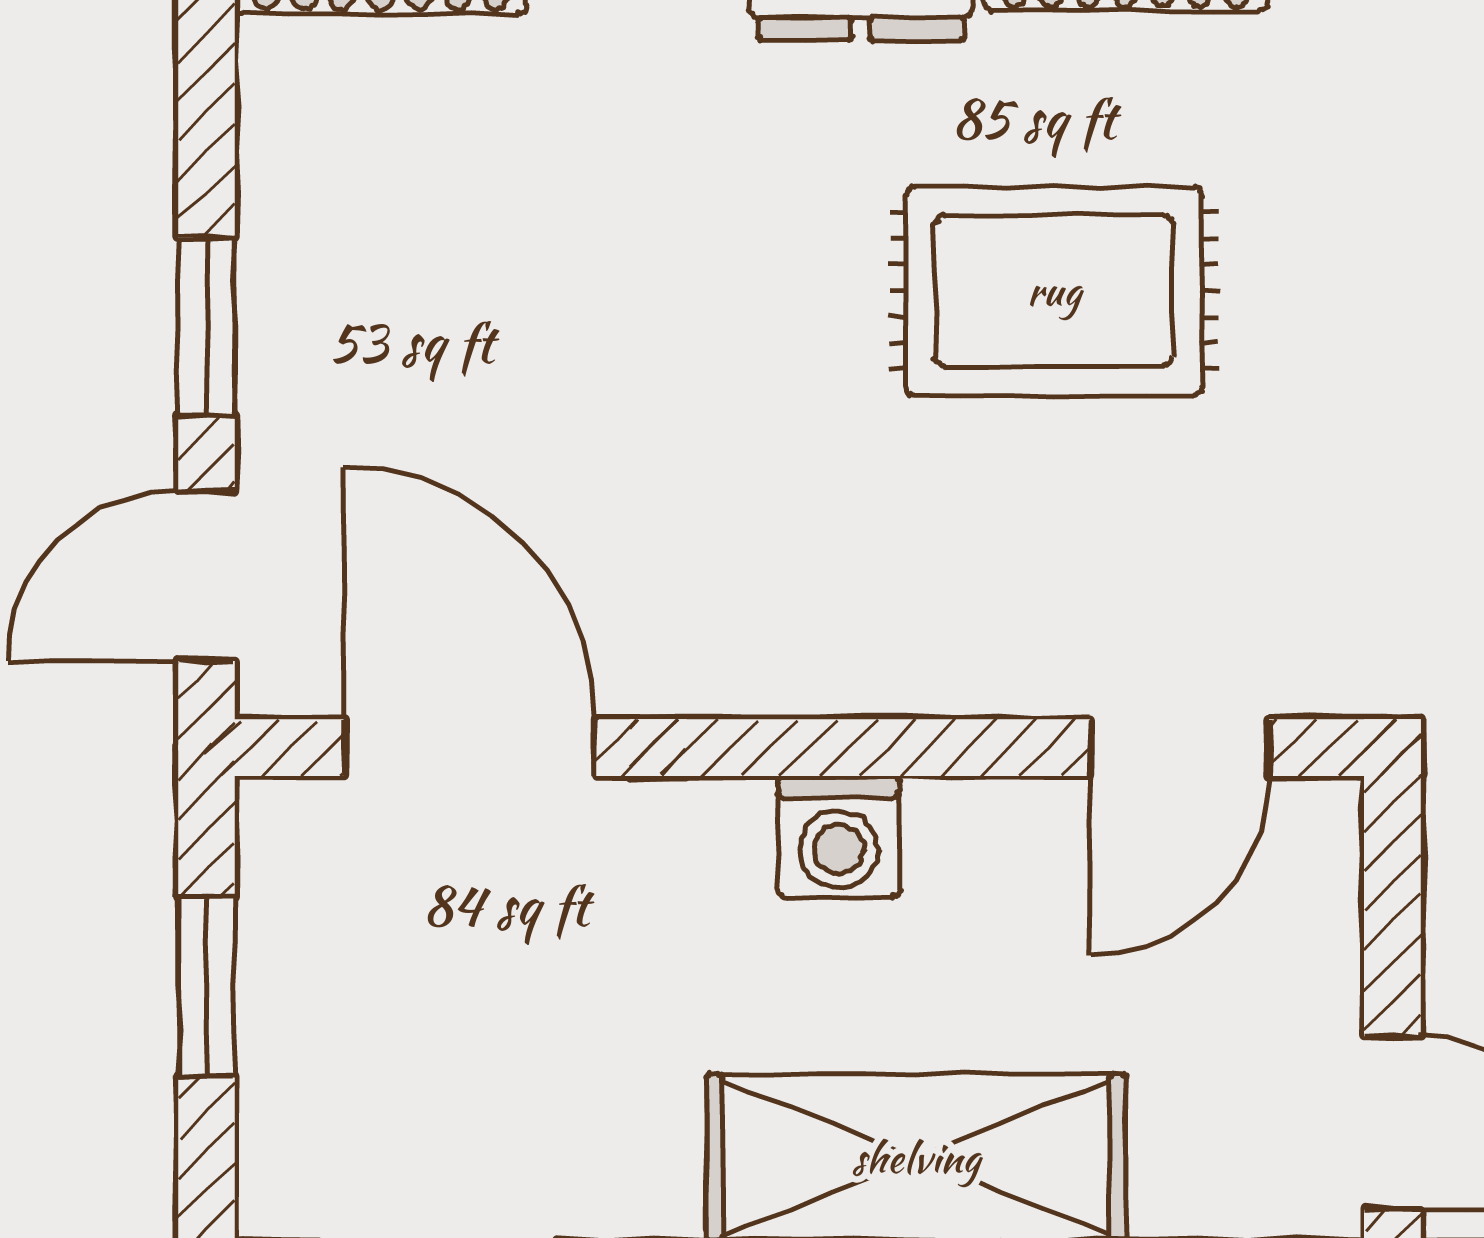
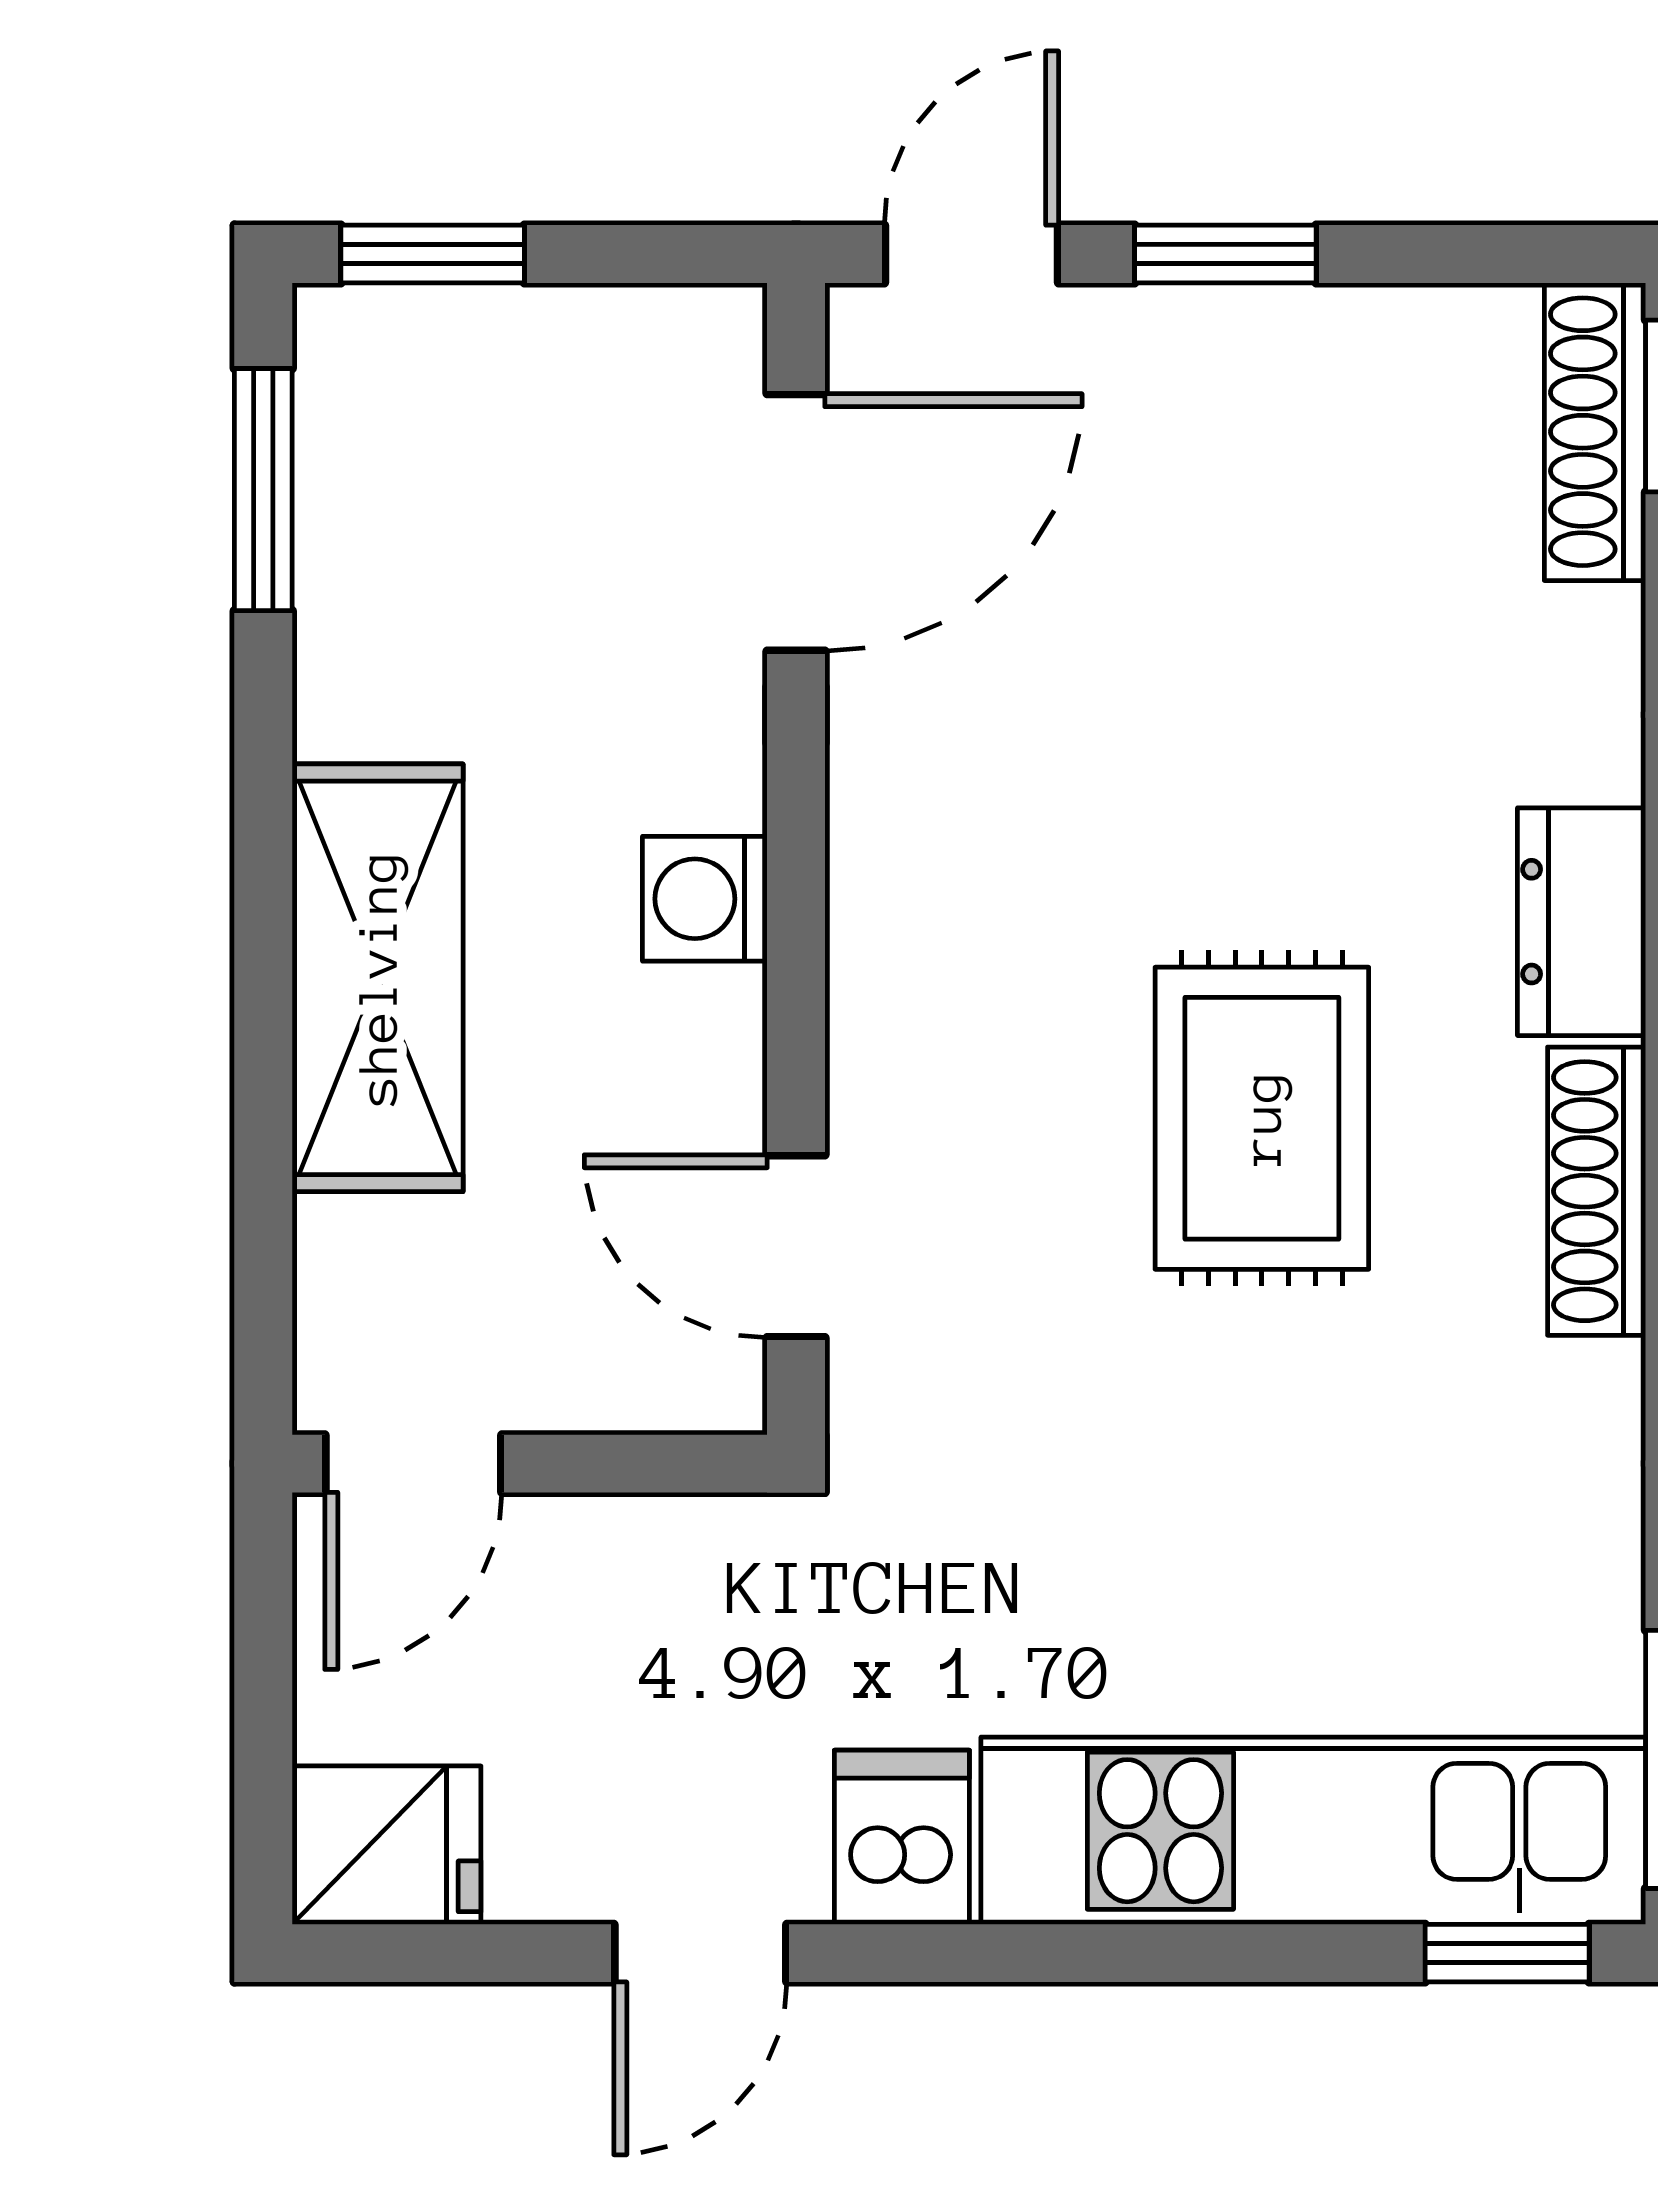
door: (206, 576) -> (971, 254), hinge flipped
window: (206, 986) -> (433, 254), moved

